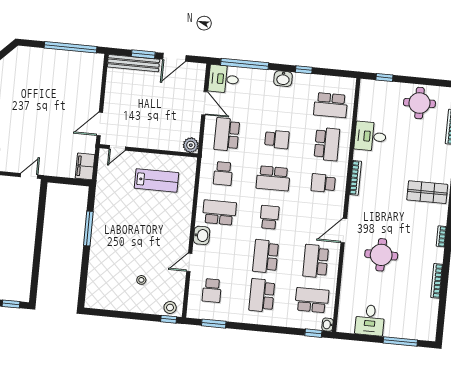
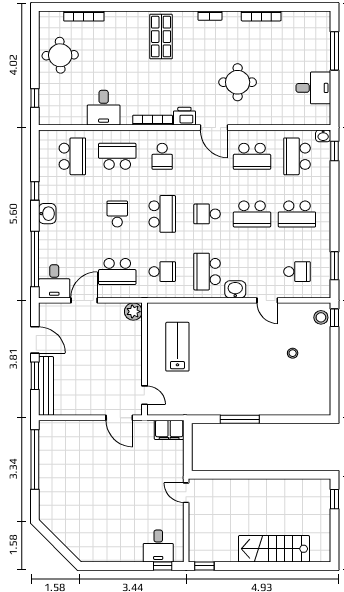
printer: (356, 206) -> (184, 116), added

